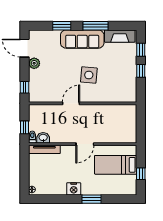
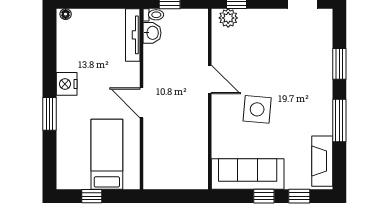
sofa: (82, 39) -> (248, 174), moved, turned 90
plant: (34, 63) -> (228, 18), moved

